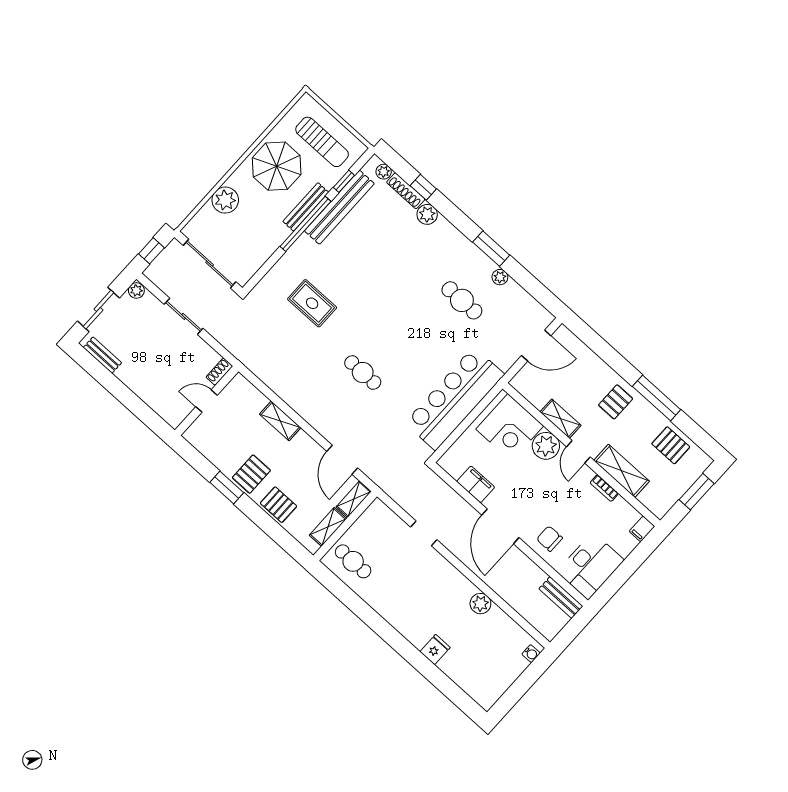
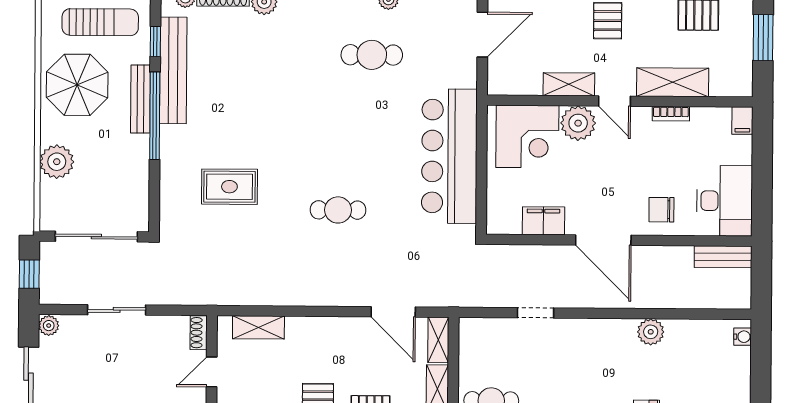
shelving: (280, 421) -> (258, 327), moved

